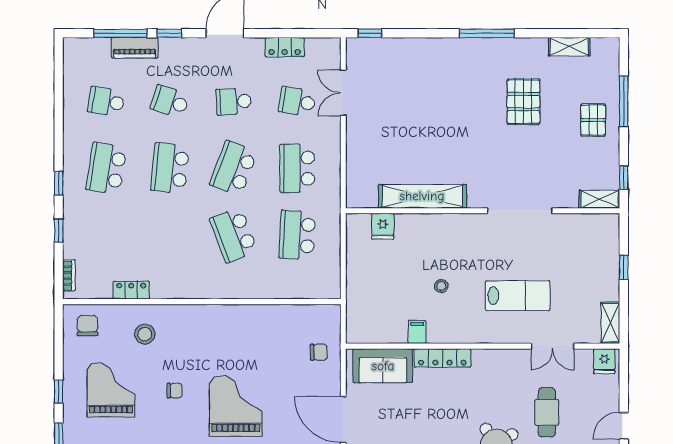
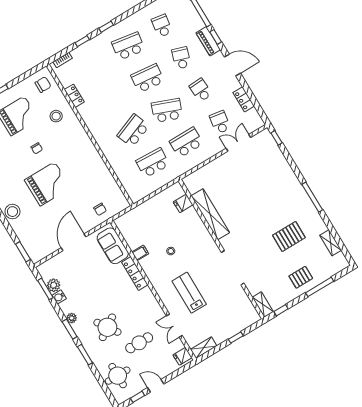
piano: (135, 48) -> (208, 41), moved
lab bench: (518, 296) -> (189, 293), turned 180

